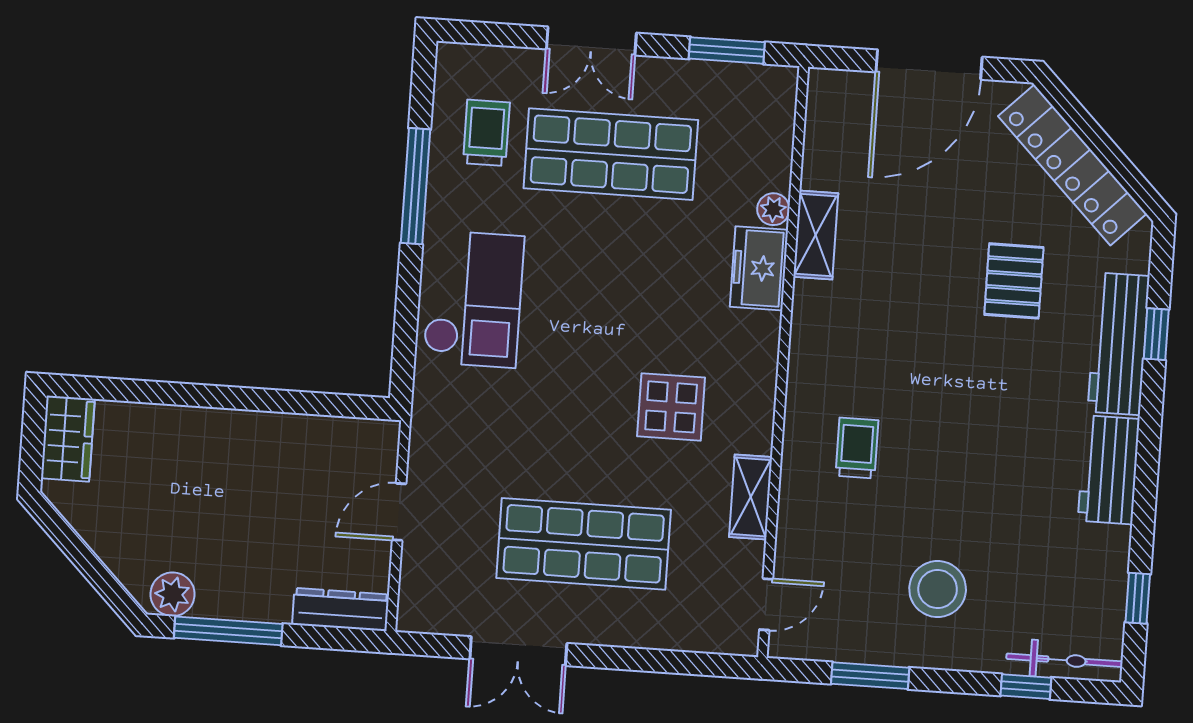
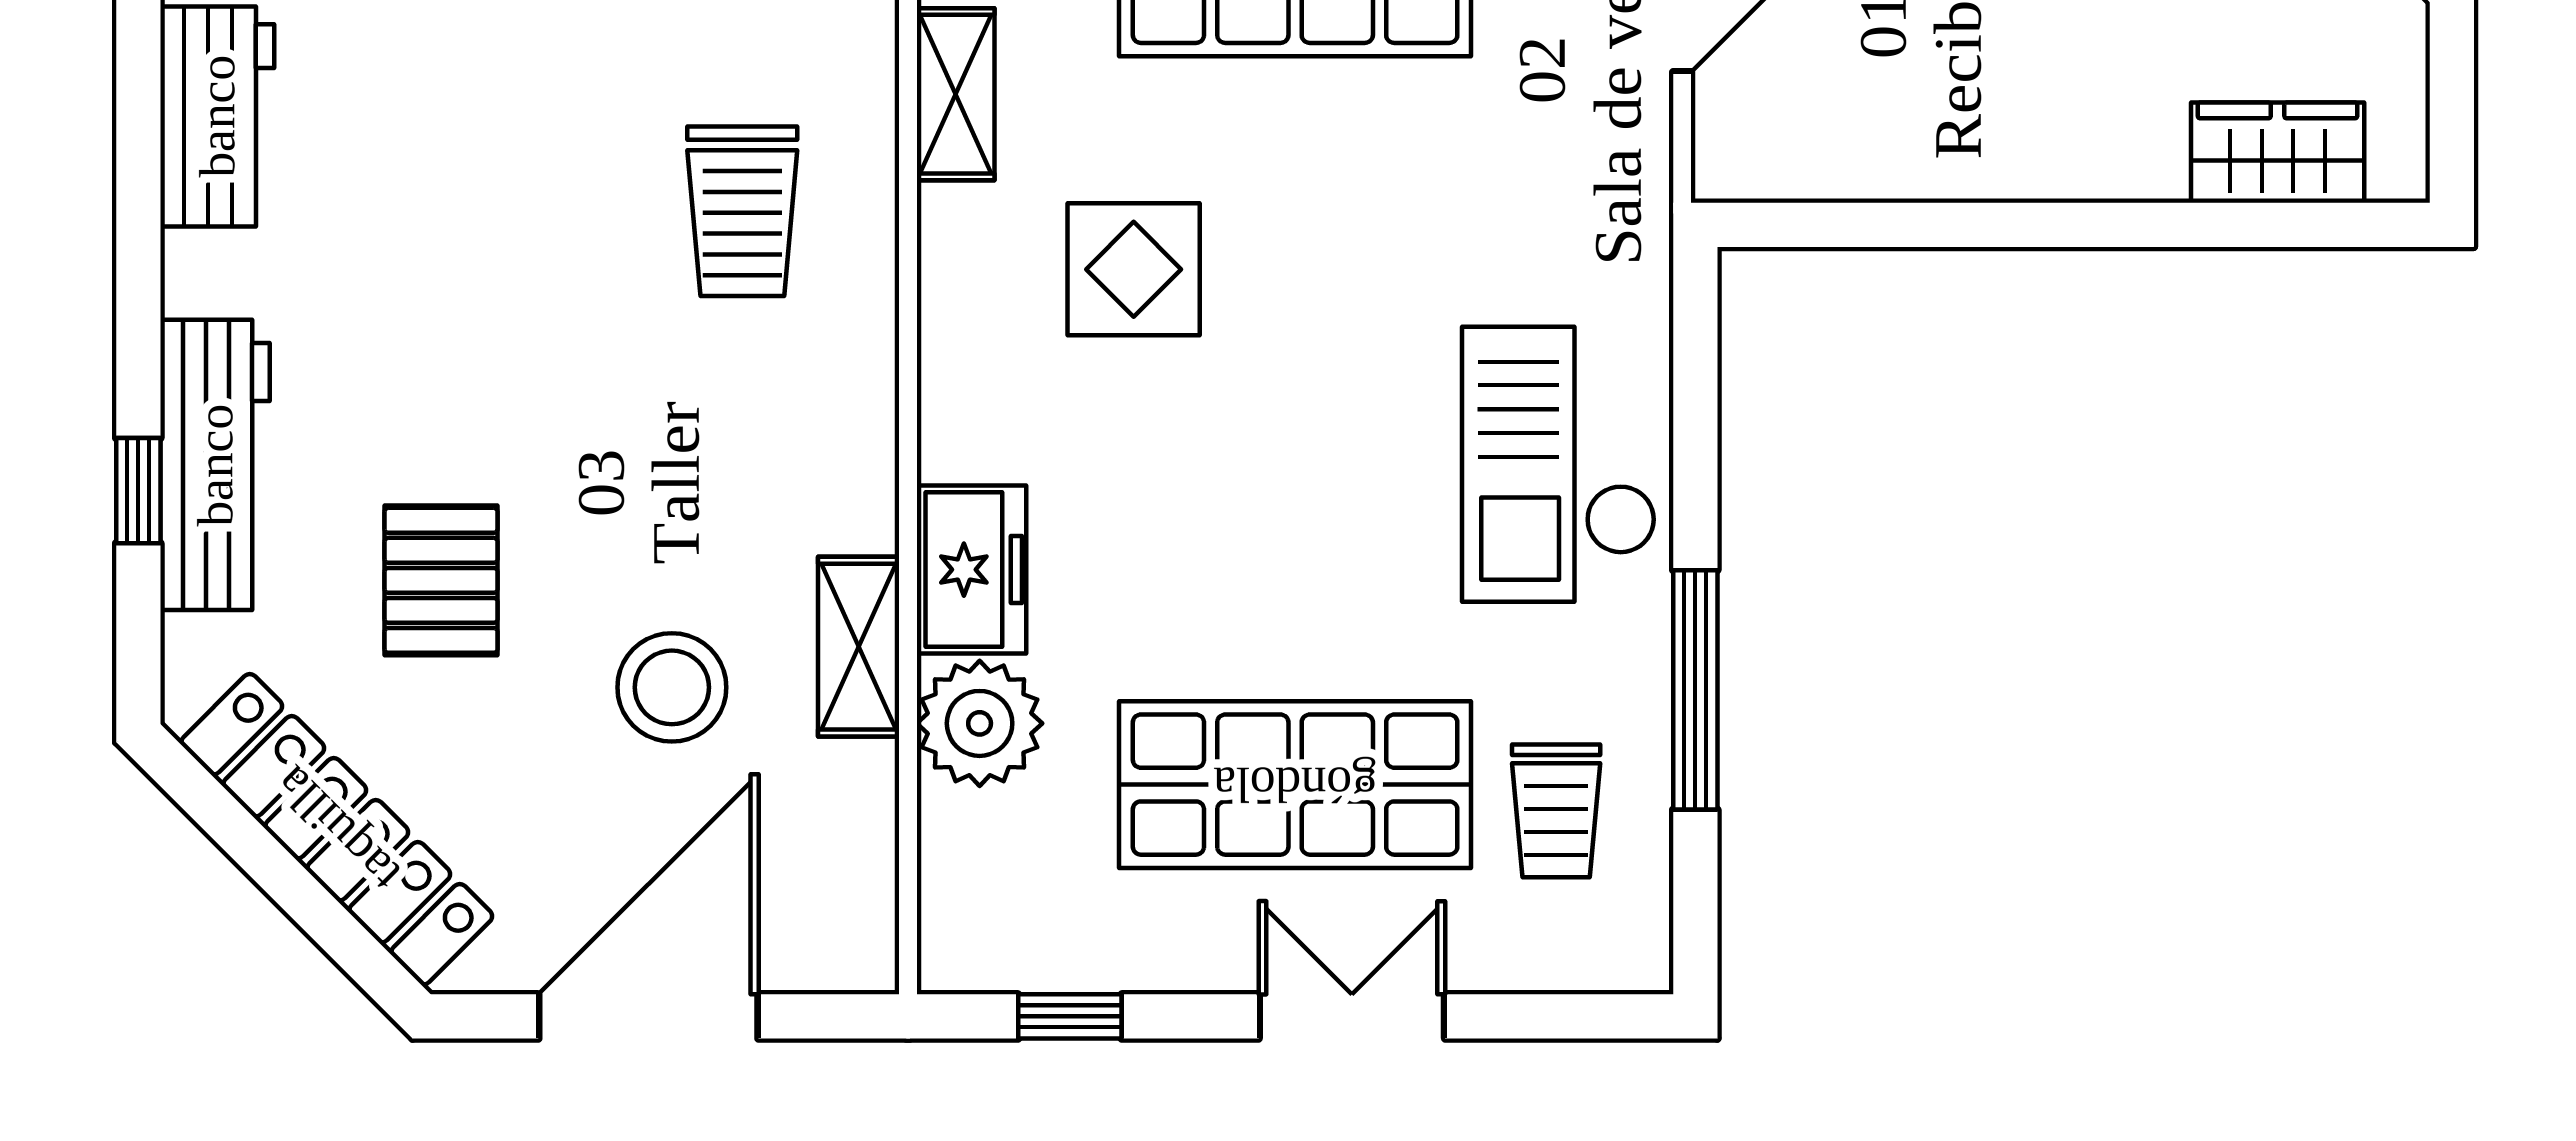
window: (727, 50) -> (1070, 1016), width x0.67
plant: (773, 209) -> (980, 723), width x1.87, depth x1.87
stool: (907, 222) -> (672, 687), added
wardrobe: (68, 439) -> (2278, 153), moved, turned 90
trolley: (857, 448) -> (742, 211), width x1.36, depth x1.39
workbench: (1109, 470) -> (217, 116), moved

